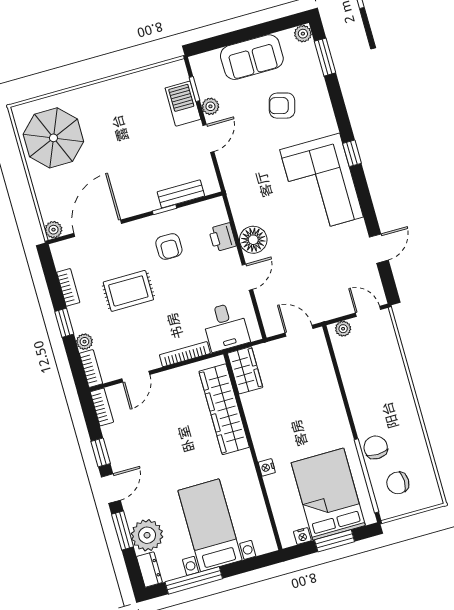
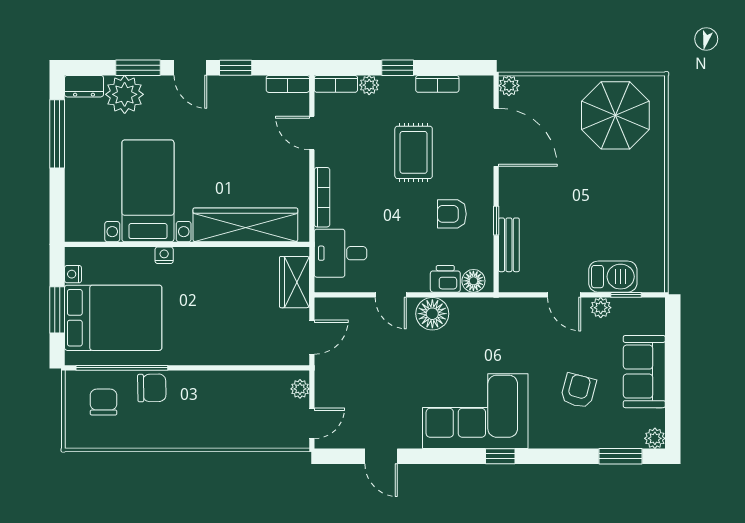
floor lamp: (218, 214) -> (473, 281), added
wardrobe: (245, 370) -> (294, 282), moved, turned 90
bed with nightstands: (210, 525) -> (148, 191), moved, turned -90

